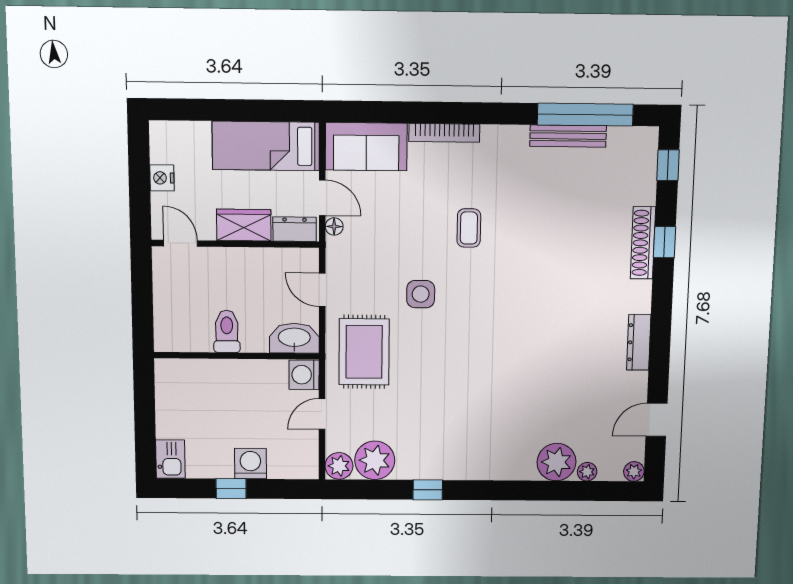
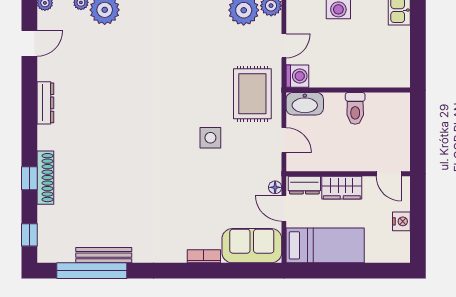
bookcase: (444, 133) -> (204, 256), width x0.64
coffee table: (469, 228) -> (175, 187), removed

